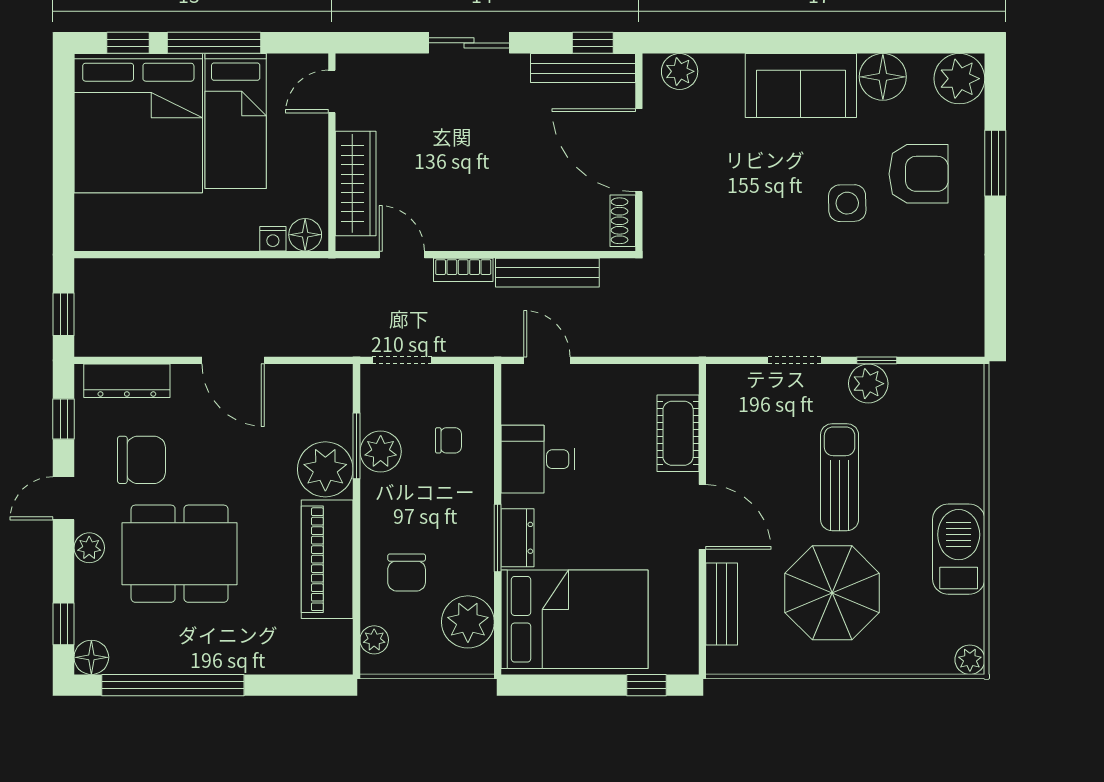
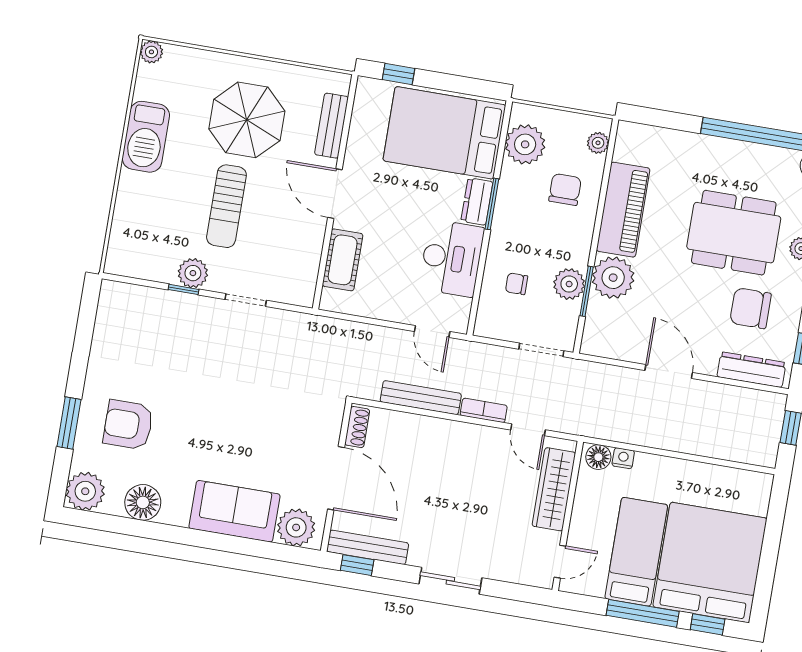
plant: (680, 71) -> (296, 527), width x1.36, depth x1.36
sofa: (801, 85) -> (234, 511), moved
side table: (847, 203) -> (186, 412), removed
desk: (538, 459) -> (452, 258), width x1.37

